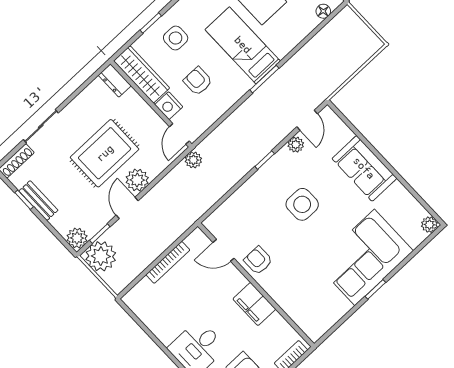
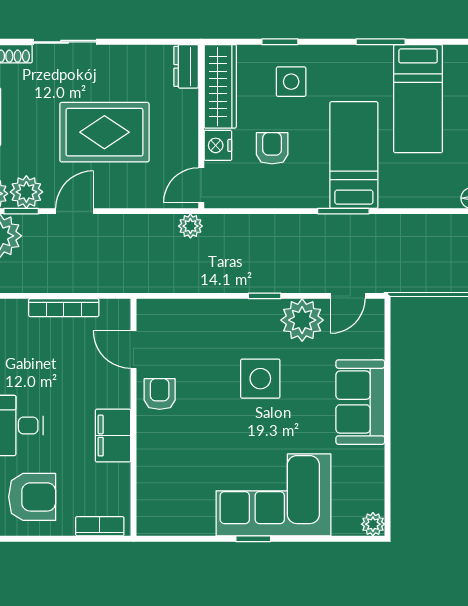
plant: (296, 145) -> (302, 320), width x1.88, depth x1.88
plant: (137, 180) -> (26, 192), moved

